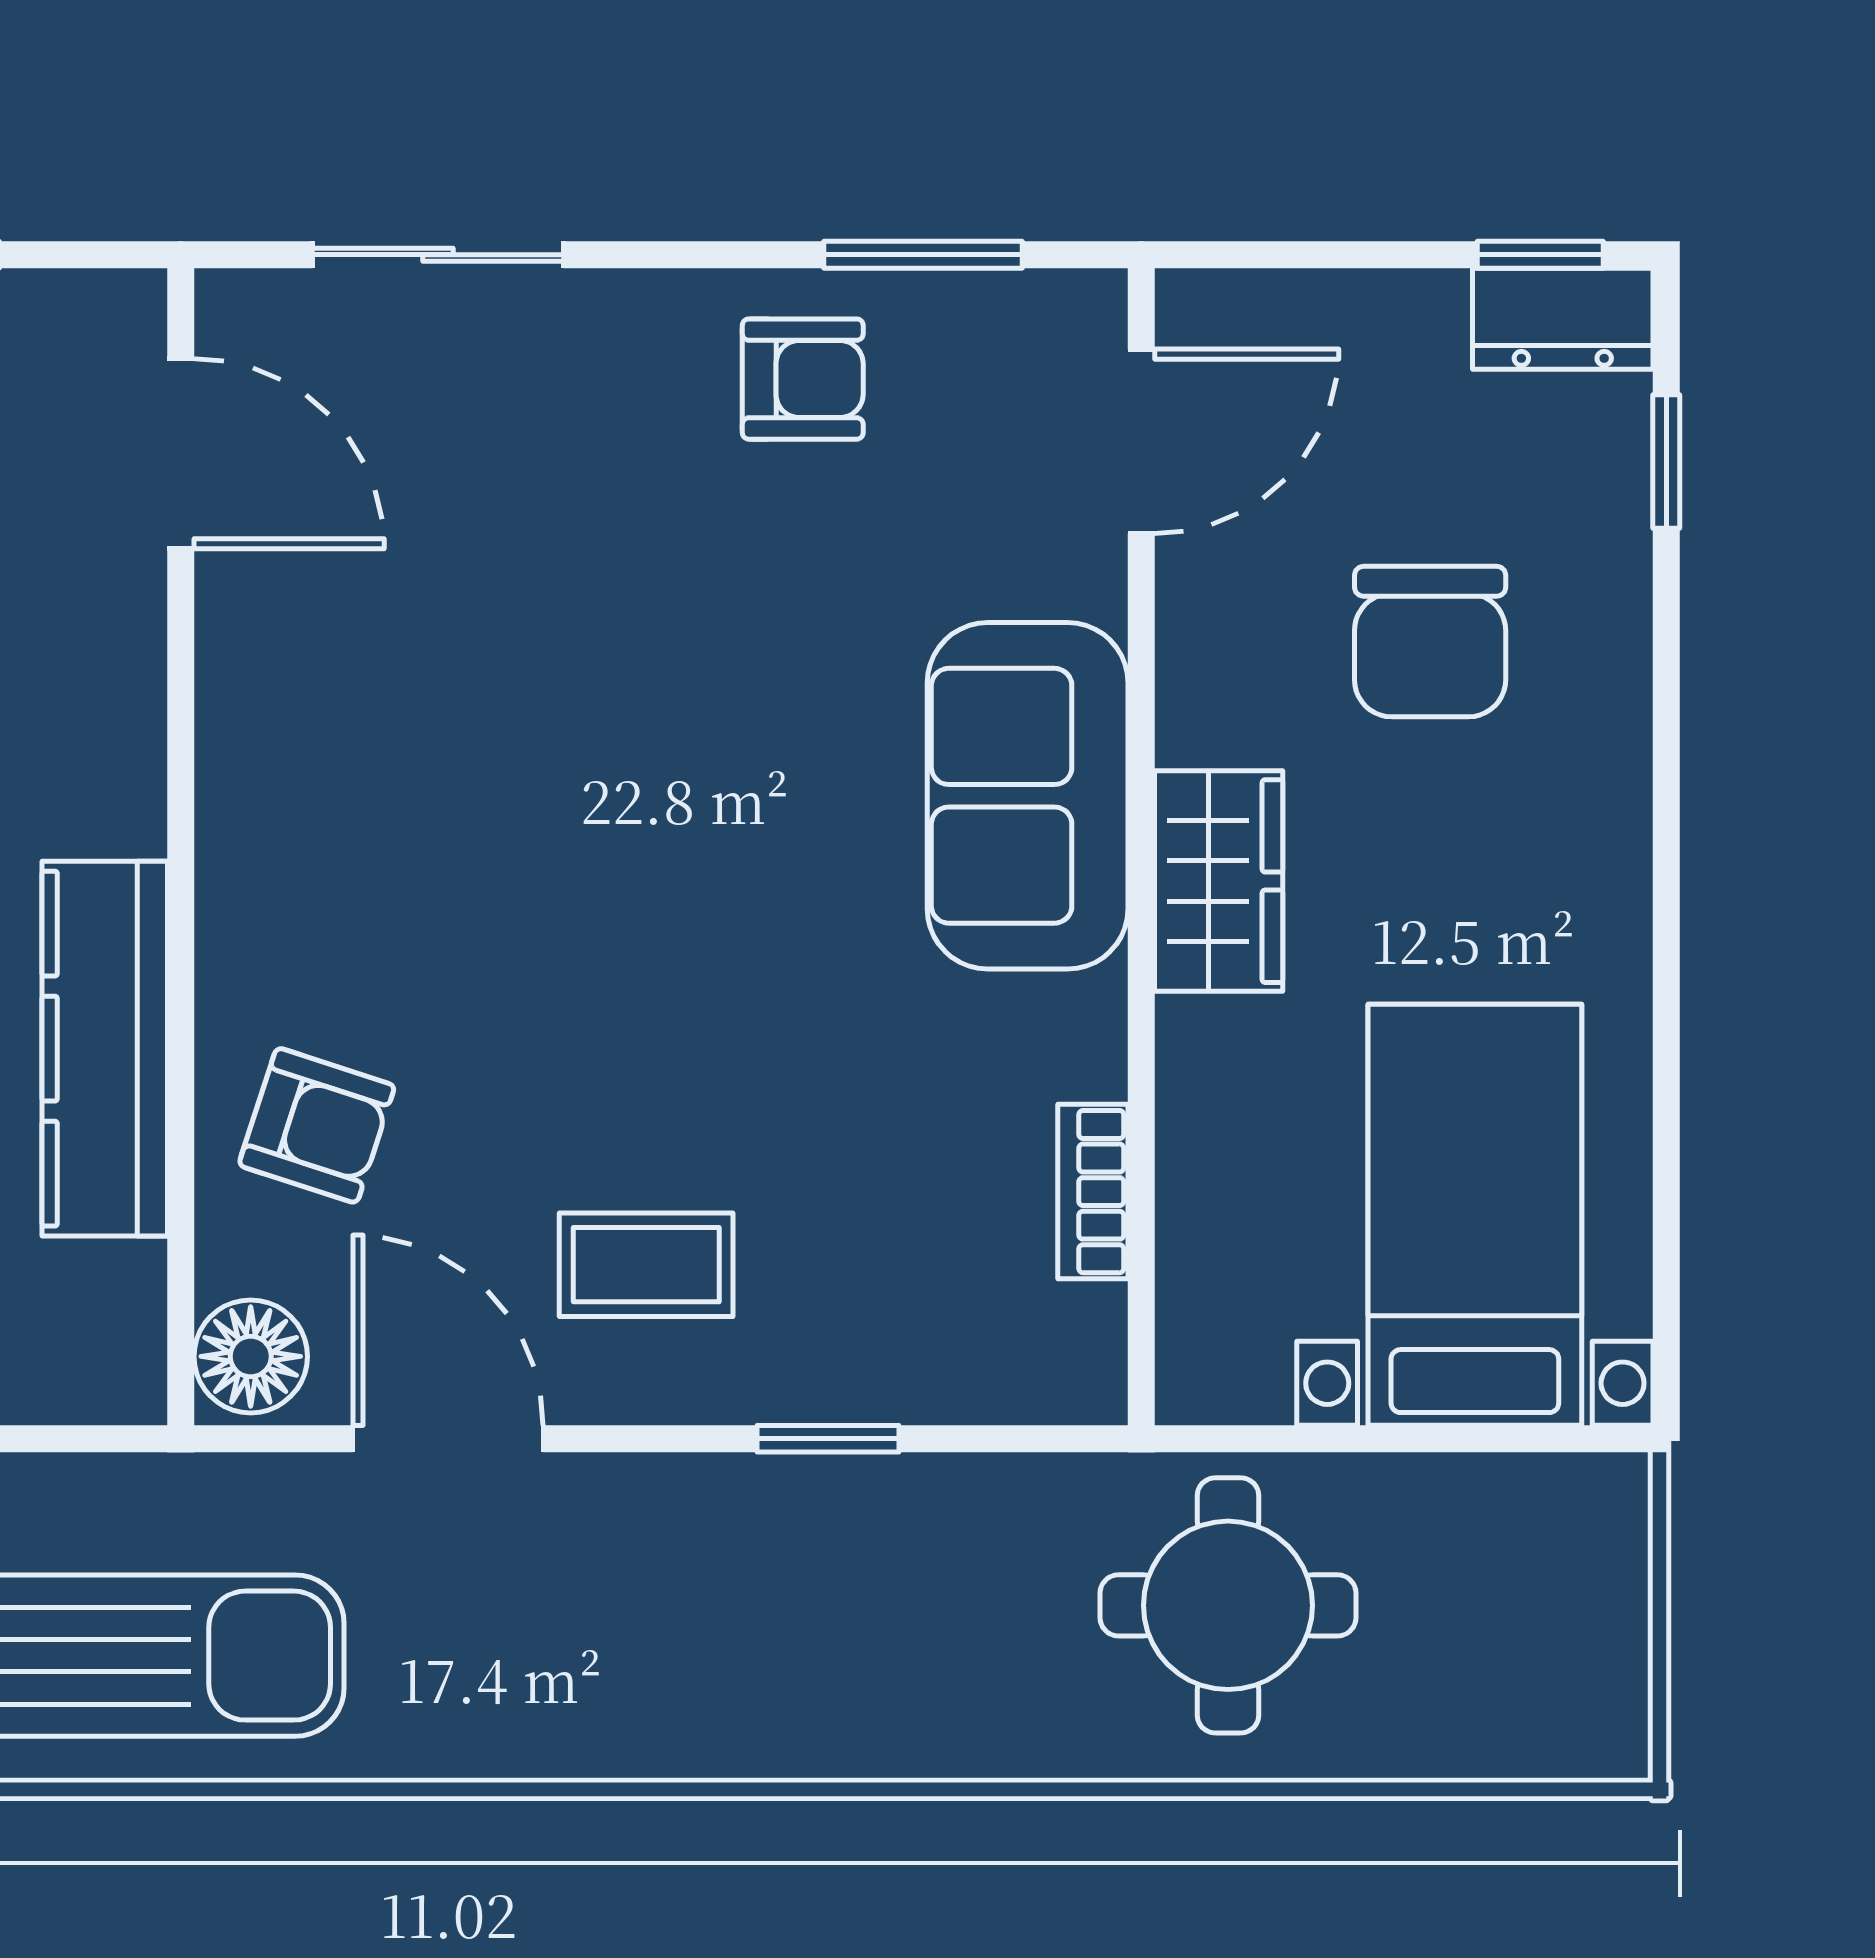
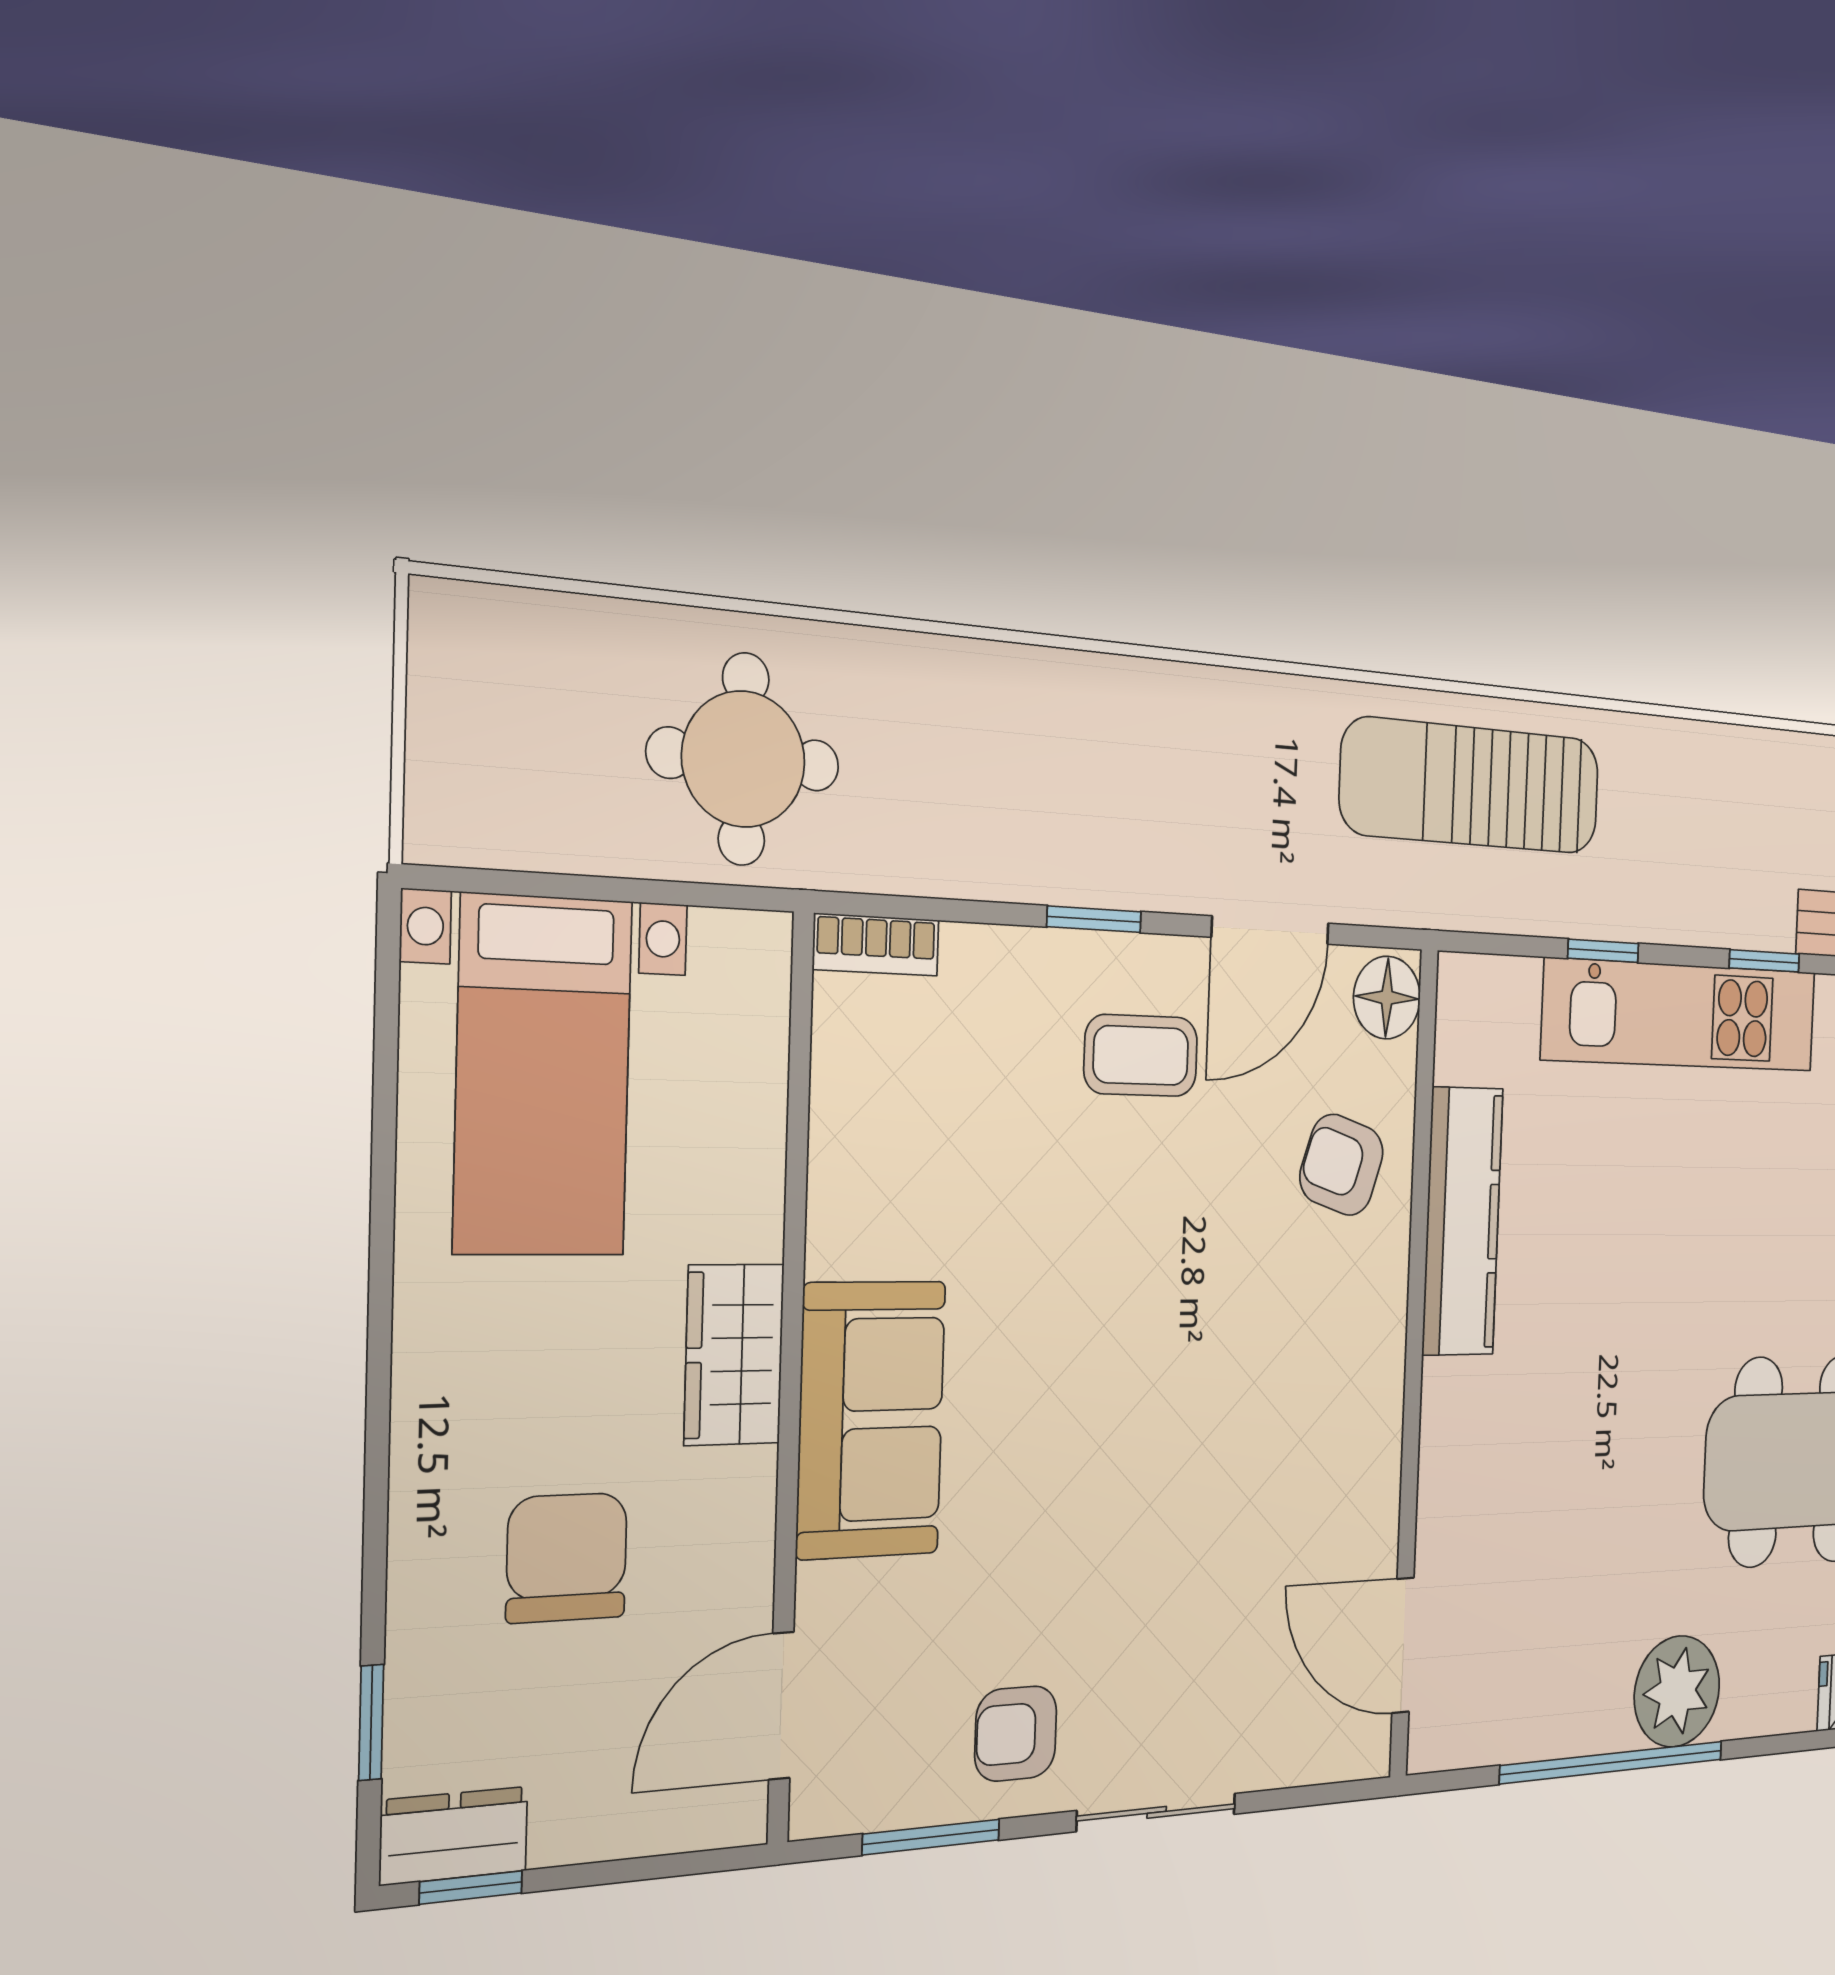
sliding door: (438, 255) -> (1157, 1812), moved
bookcase: (1093, 1192) -> (876, 945), moved, turned 90
door: (448, 1439) -> (1270, 930), hinge flipped
window: (828, 1439) -> (1094, 919), moved

